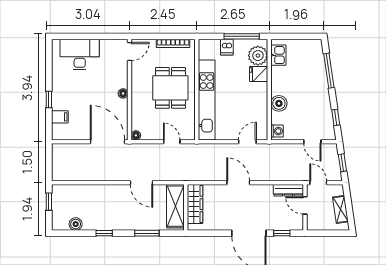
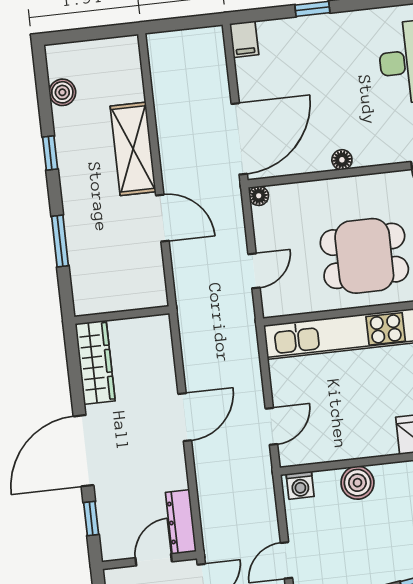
filing cabinet: (60, 117) -> (244, 39), moved
door: (247, 142) -> (271, 426), hinge flipped
door: (141, 183) -> (162, 218), swing flipped
window: (49, 202) -> (102, 32), removed
wardrobe: (195, 204) -> (95, 362), moved, turned -90
shelving: (175, 206) -> (133, 149), moved, turned 90

